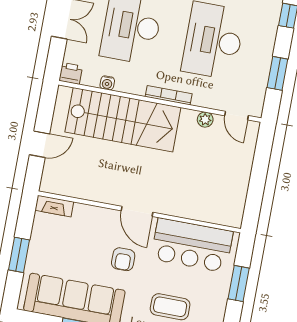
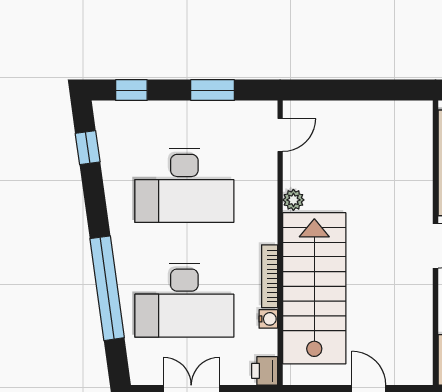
bookcase: (169, 95) -> (270, 276), moved
plant: (205, 120) -> (293, 200), moved

